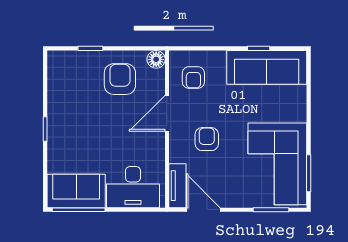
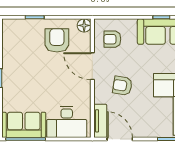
armchair: (193, 77) -> (112, 39), turned 90
door: (167, 113) -> (92, 66), hinge flipped
armchair: (207, 139) -> (122, 86), turned -81

